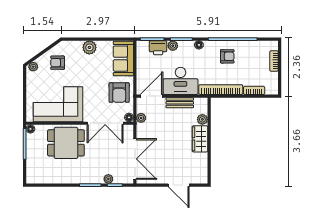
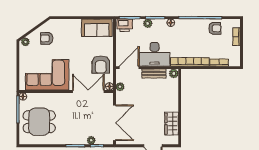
plant: (89, 47) -> (75, 25), removed
printer: (158, 48) -> (125, 25), moved
armchair: (227, 56) -> (215, 28), moved
sofa: (123, 59) -> (97, 28), moved, turned -90
plant: (202, 119) -> (174, 73), moved
double door: (105, 123) -> (88, 91), swing flipped
wardrobe: (200, 139) -> (172, 124), moved
dining table: (66, 143) -> (39, 122), moved

